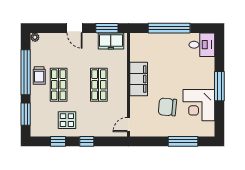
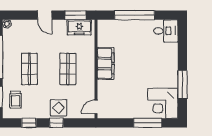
trolley: (39, 75) -> (16, 100), moved
window: (219, 86) -> (182, 84), moved
corner desk: (199, 105) -> (163, 103), moved
chair: (167, 107) -> (133, 90), removed
display table: (67, 120) -> (59, 108), moved

